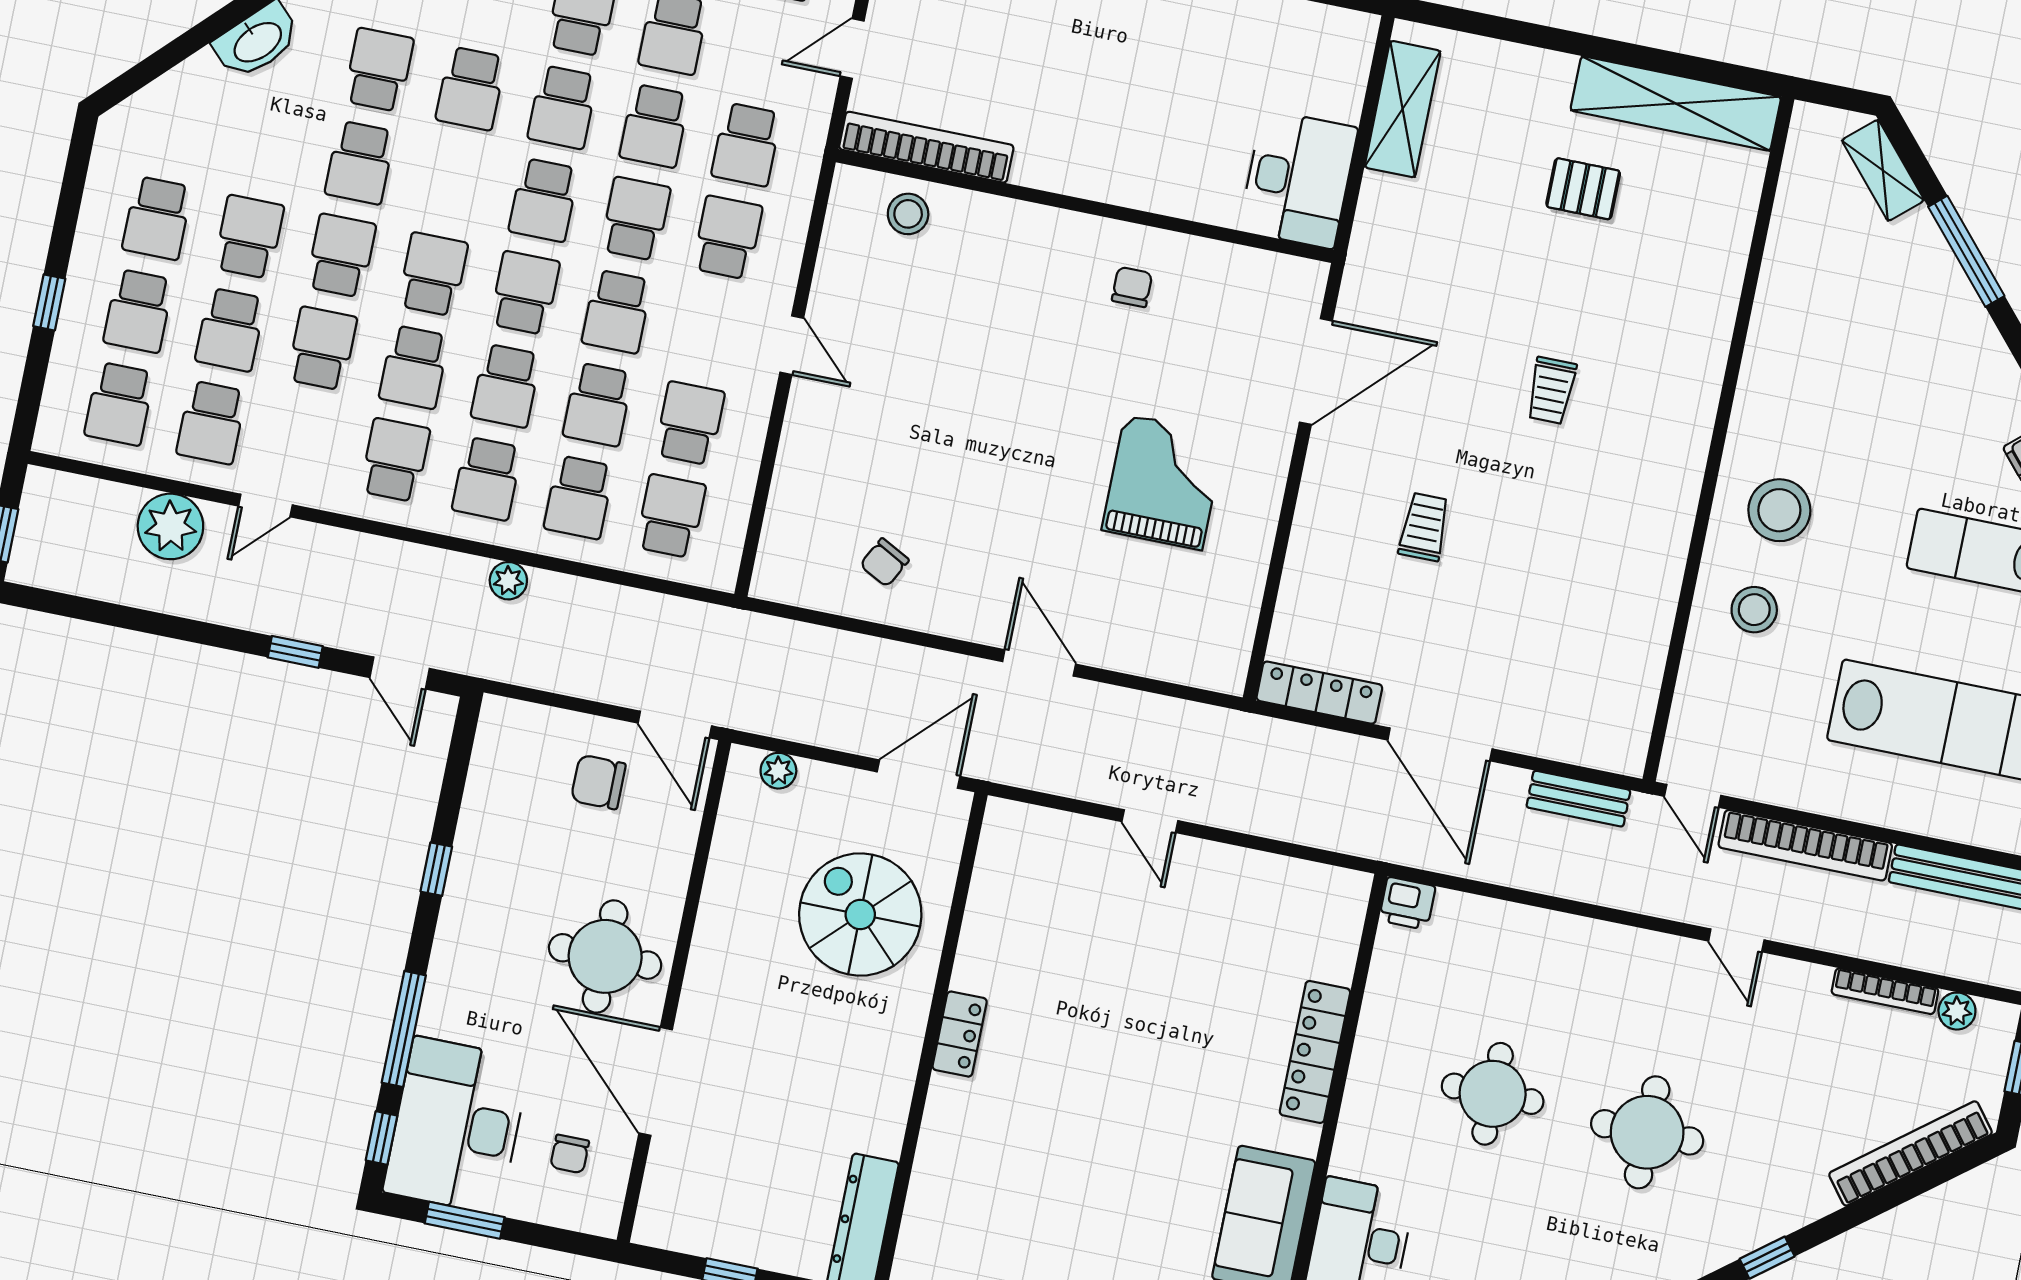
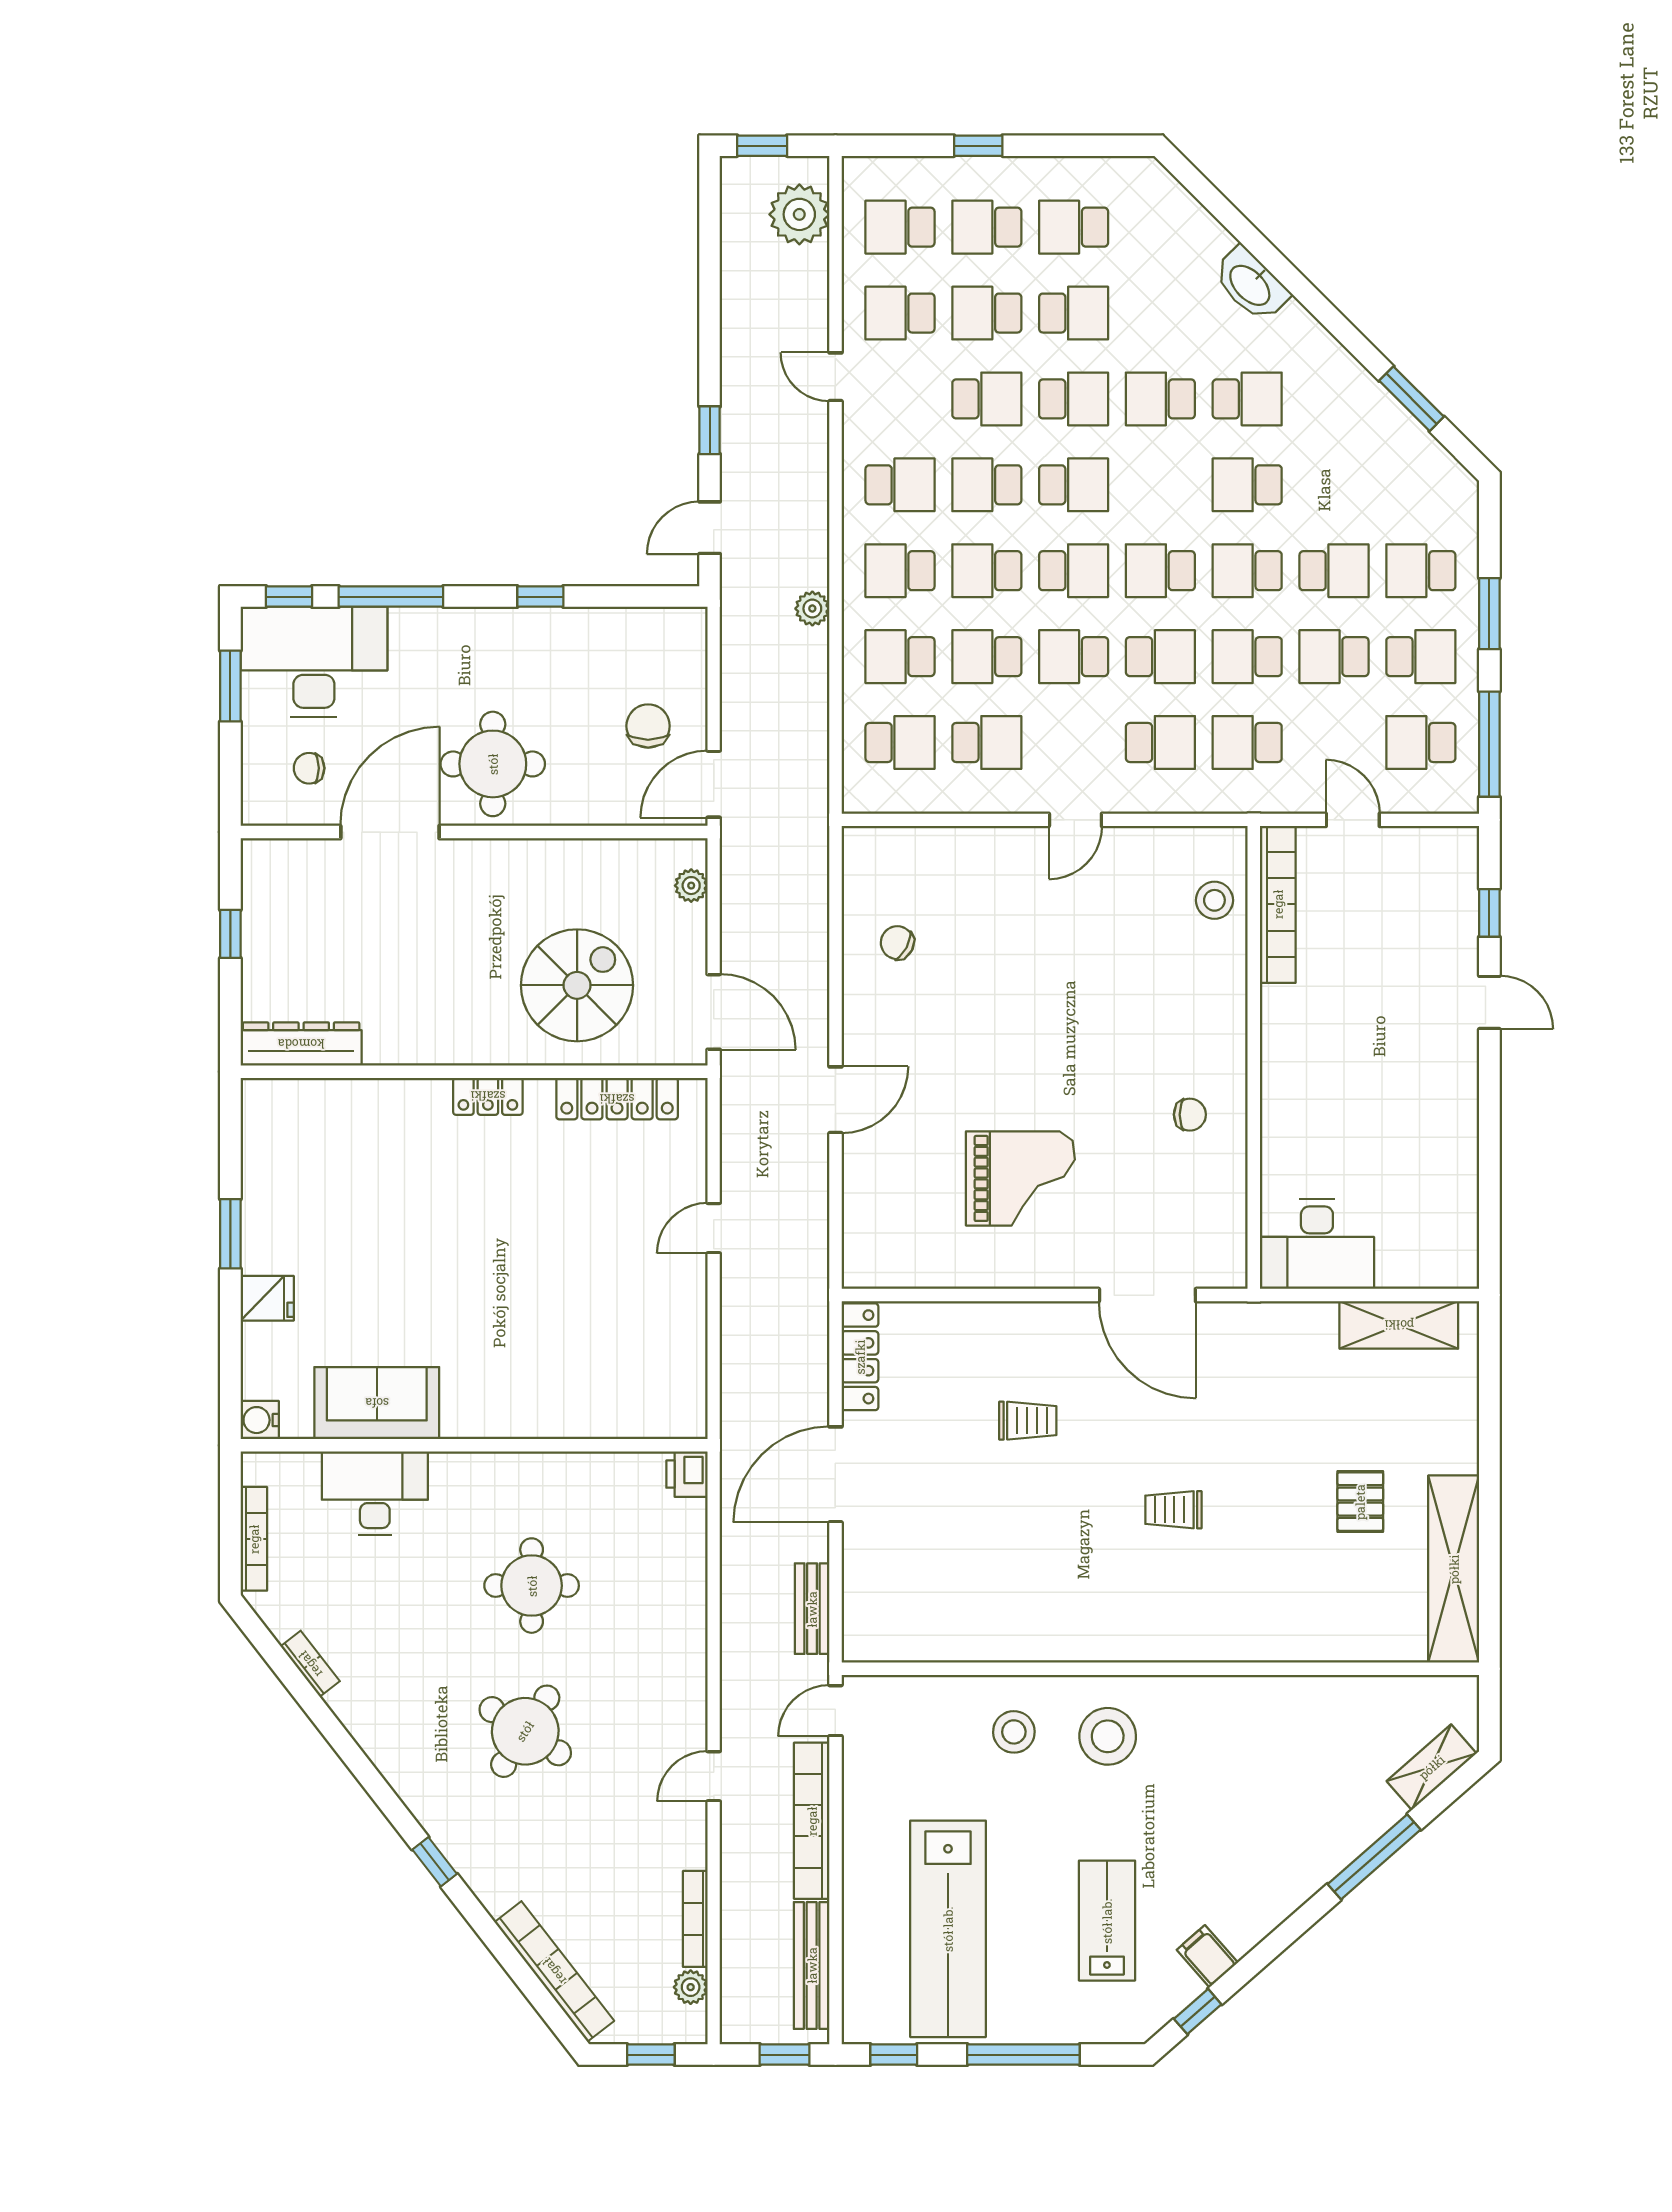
plant: (170, 526) -> (799, 214), moved
locker: (1315, 1052) -> (617, 1099), moved, turned 180
round table: (1647, 1132) -> (525, 1731), turned 33

